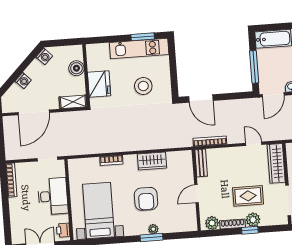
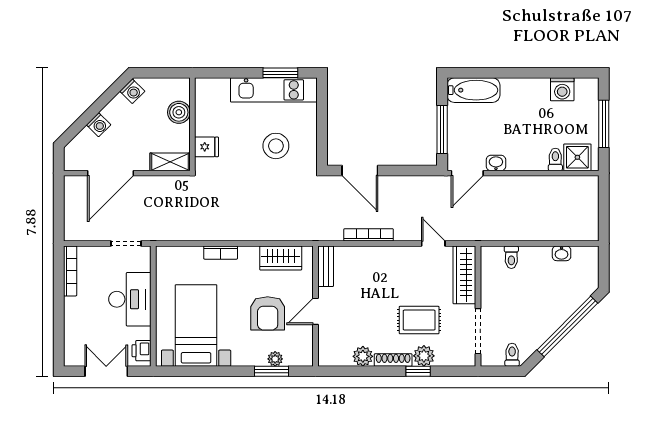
fridge: (99, 84) -> (207, 147), width x0.53, depth x0.75
bench: (201, 163) -> (326, 266), moved
wall: (196, 190) -> (316, 306), moved
door: (197, 194) -> (316, 311), moved

